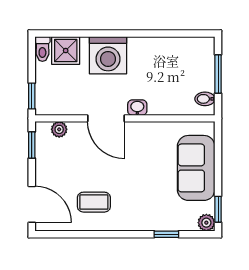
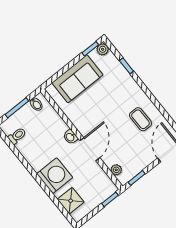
toilet: (42, 49) -> (17, 136), moved

